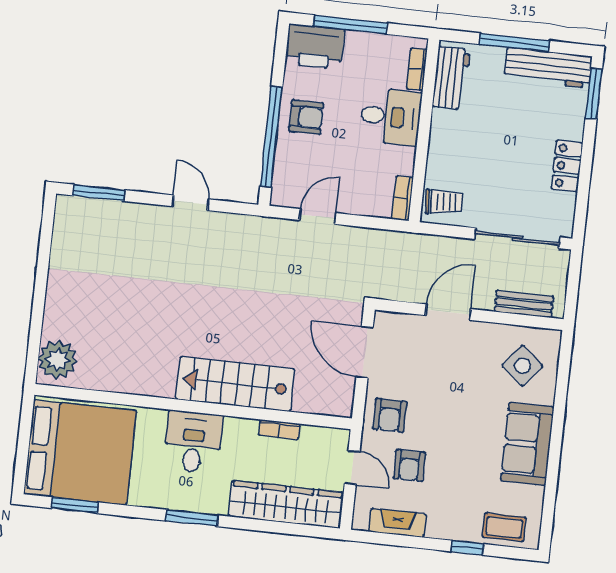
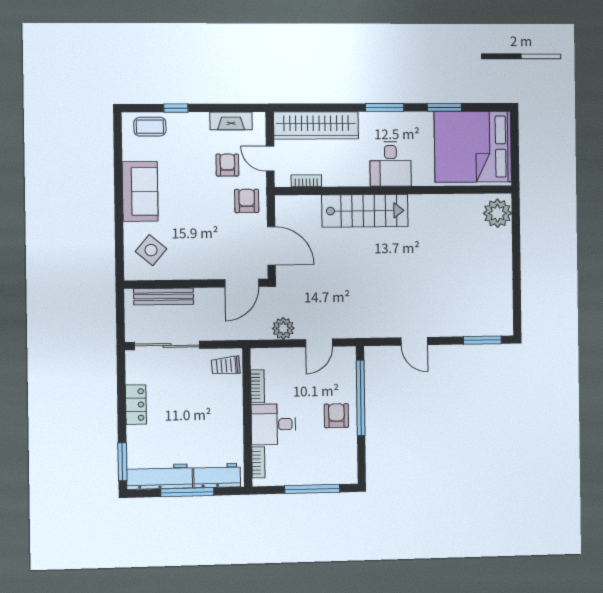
printer: (315, 46) -> (337, 469), removed
workbench: (451, 78) -> (217, 475), moved, turned 90
armchair: (306, 117) -> (336, 416), turned 90
bookcase: (402, 198) -> (258, 386), moved
plant: (362, 242) -> (283, 328), added
bench: (524, 304) -> (164, 296), width x1.36
door: (448, 312) -> (242, 283), moved
bookcase: (279, 430) -> (306, 181), moved
window: (75, 505) -> (444, 107), moved

